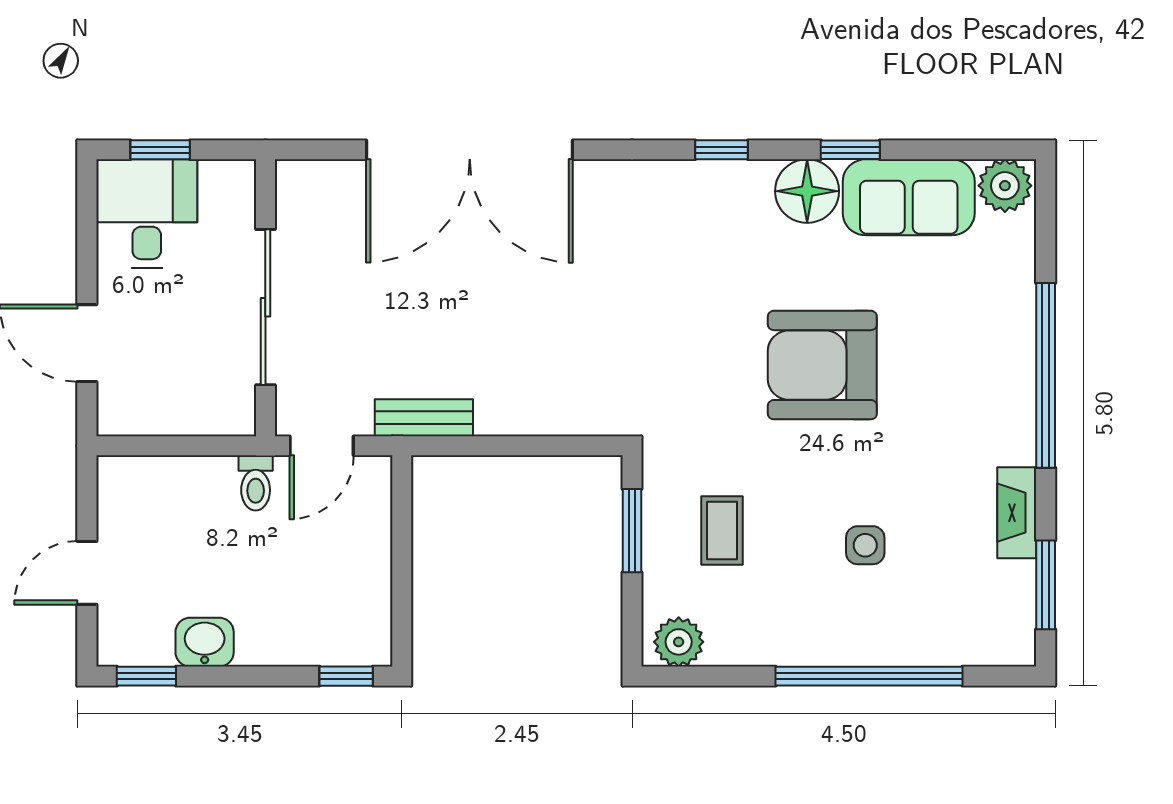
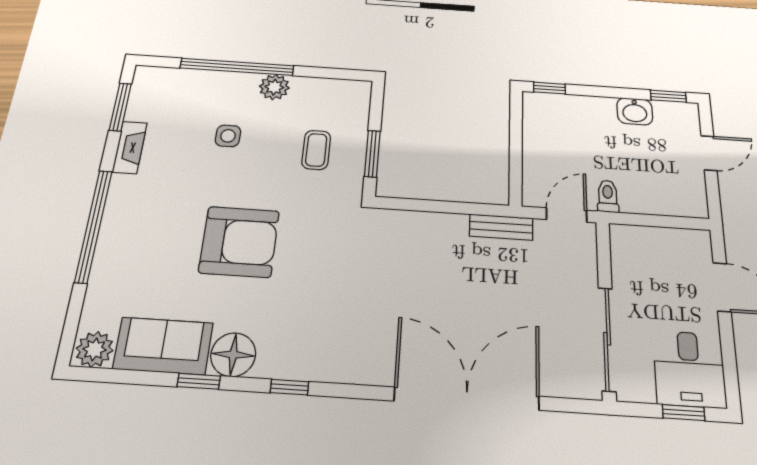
sliding door: (265, 307) -> (607, 339), moved
plant: (679, 642) -> (274, 87), moved

